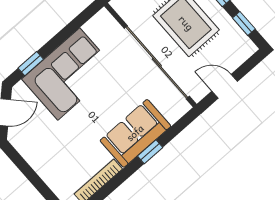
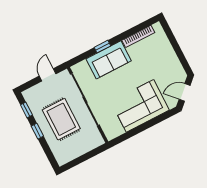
window: (31, 64) -> (161, 118), removed
door: (225, 86) -> (48, 75), swing flipped

